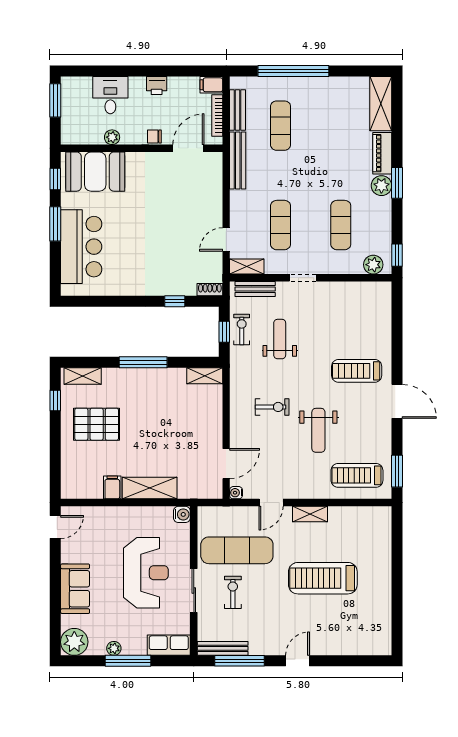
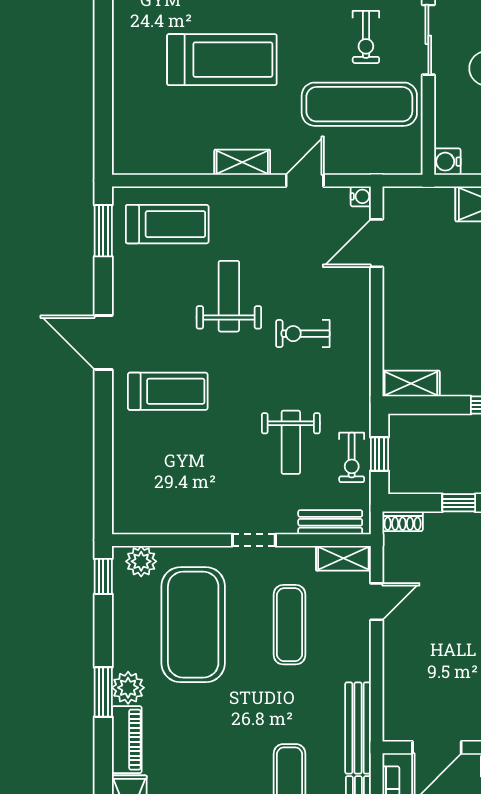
exercise mat: (341, 225) -> (193, 625), width x2.00, depth x1.45

